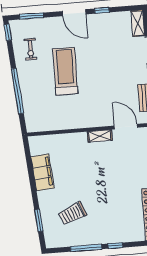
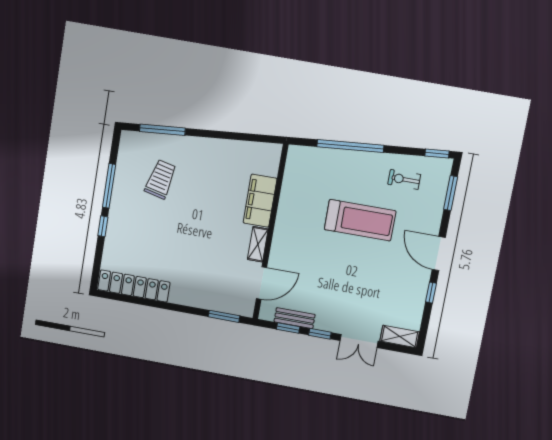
door: (74, 13) -> (439, 253), hinge flipped
filing cabinet: (43, 172) -> (260, 201), moved, turned 95
trolley: (73, 214) -> (161, 179), turned 35
window: (39, 220) -> (162, 130), width x1.44

